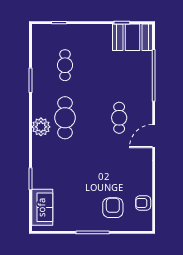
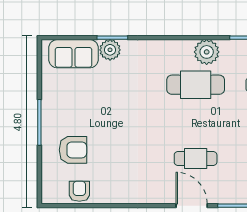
plant: (41, 127) -> (207, 52), moved
door: (154, 136) -> (192, 206), moved
plant: (39, 181) -> (110, 50), added

